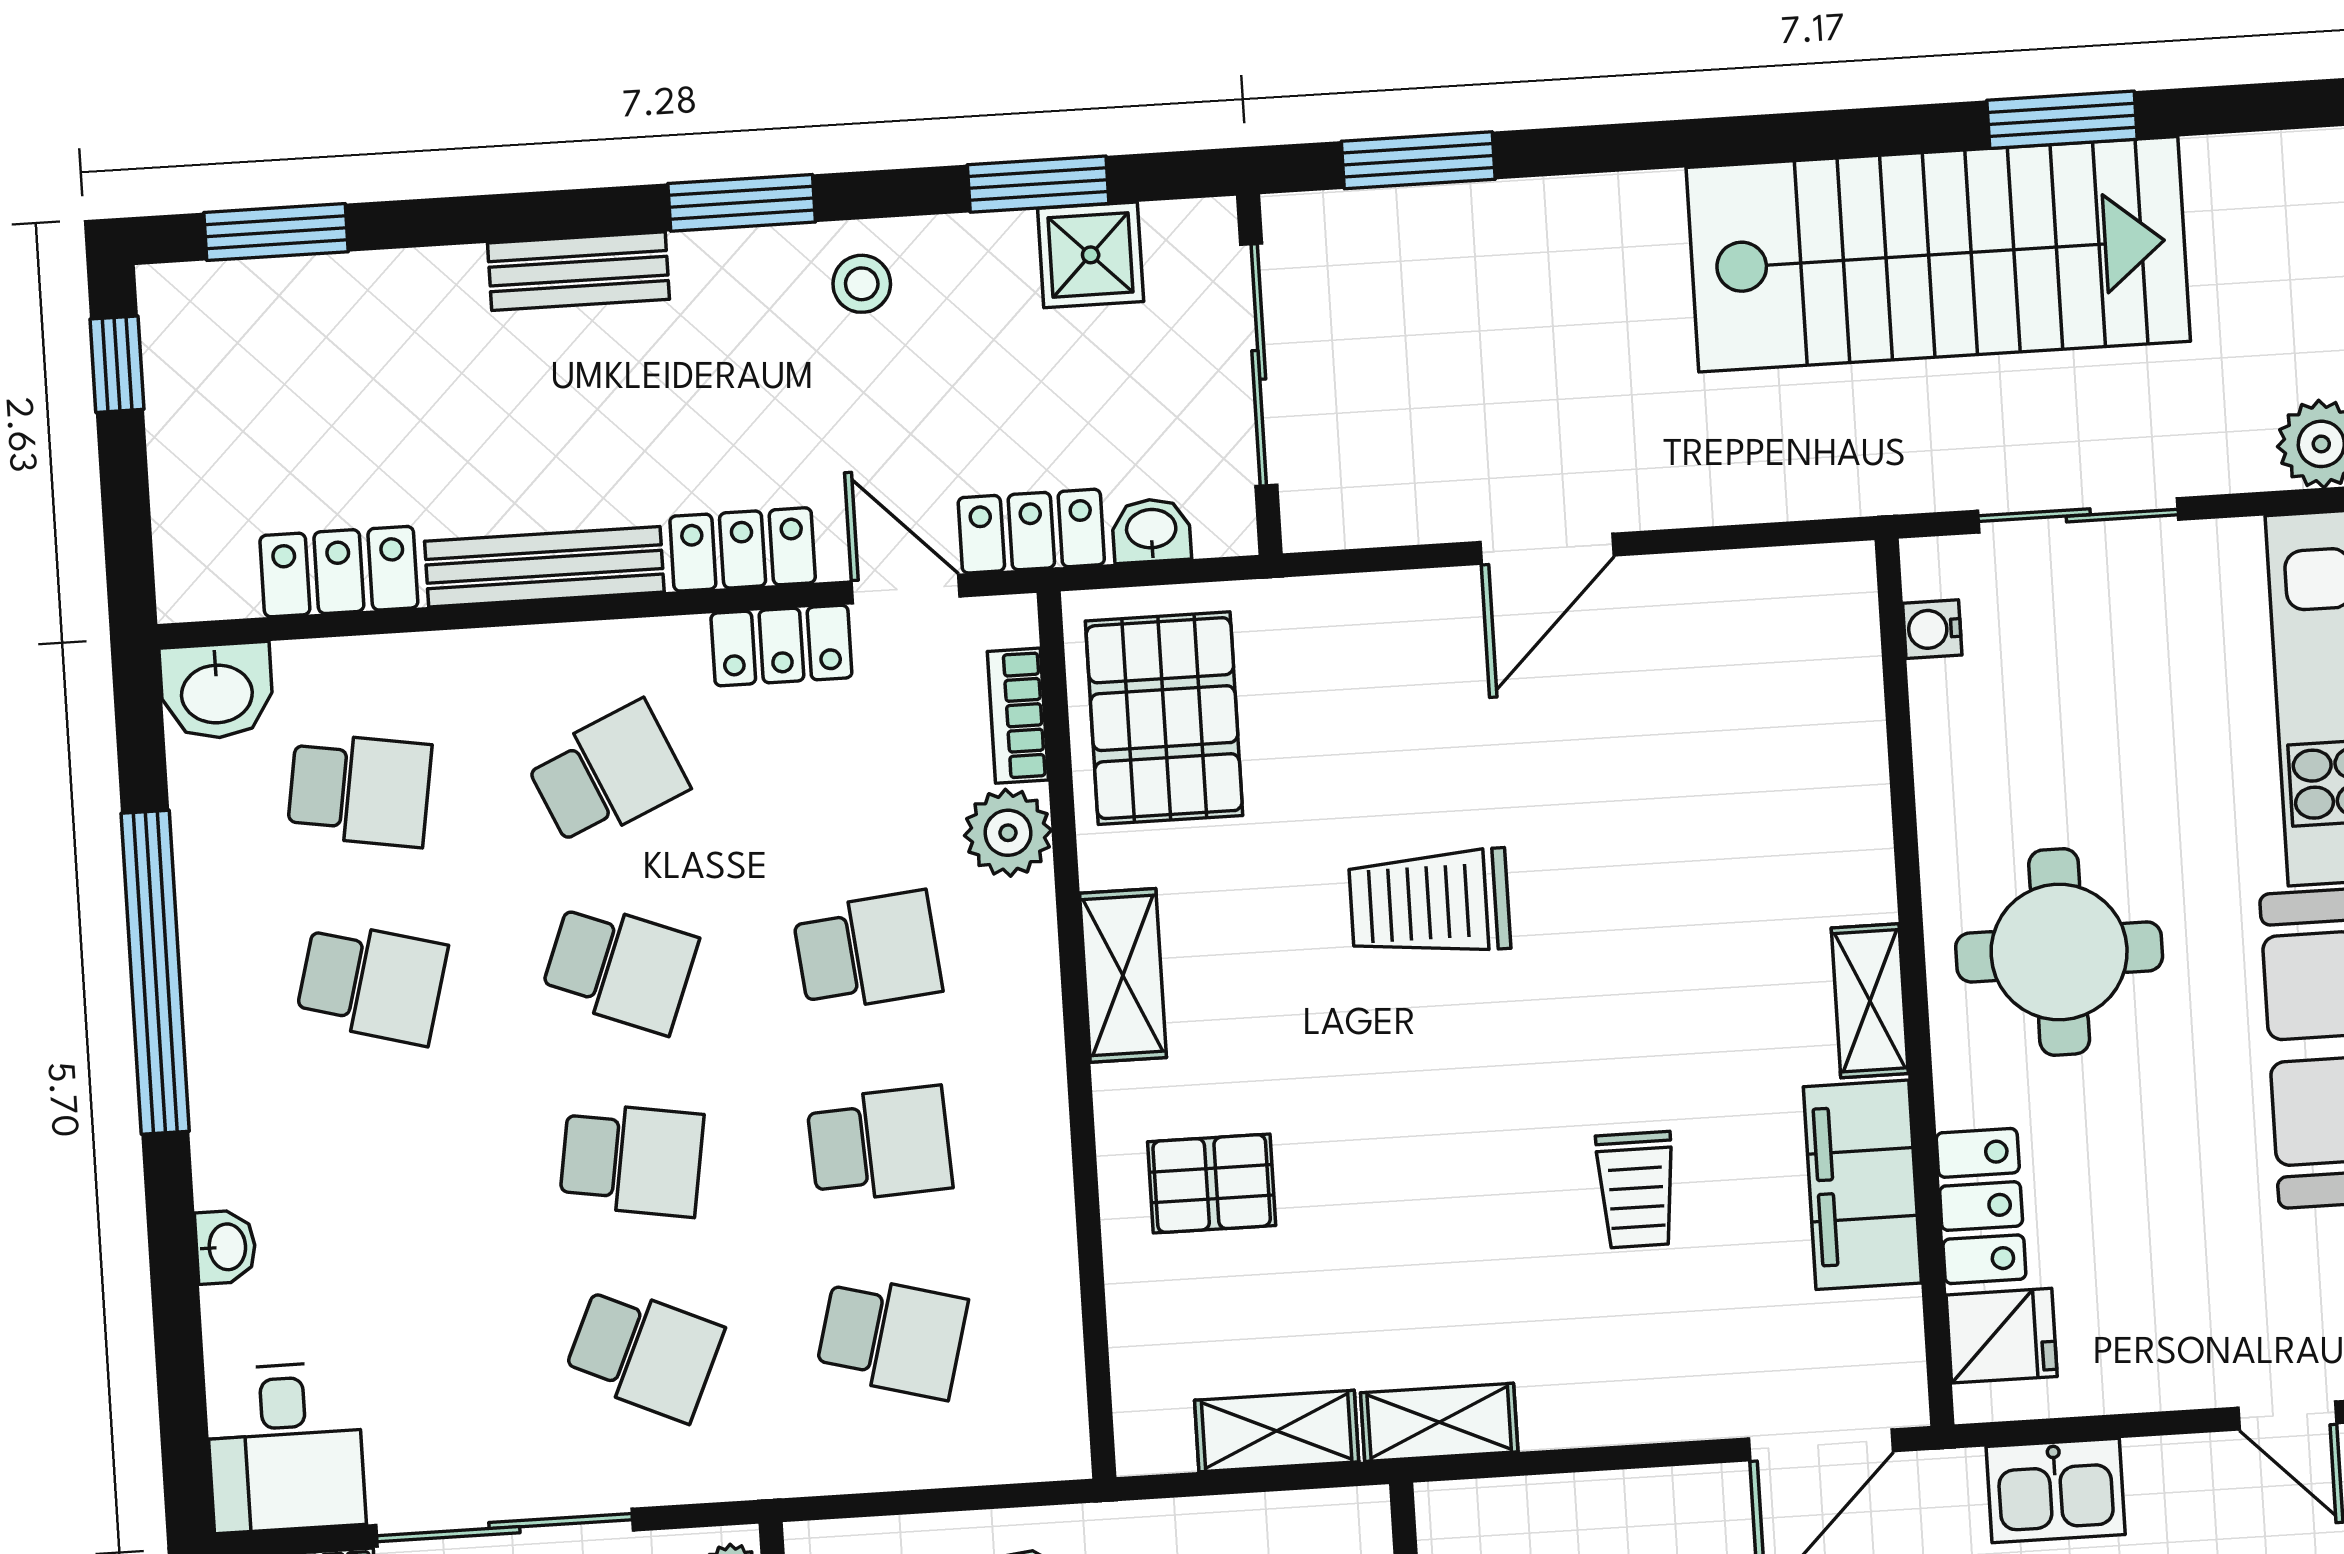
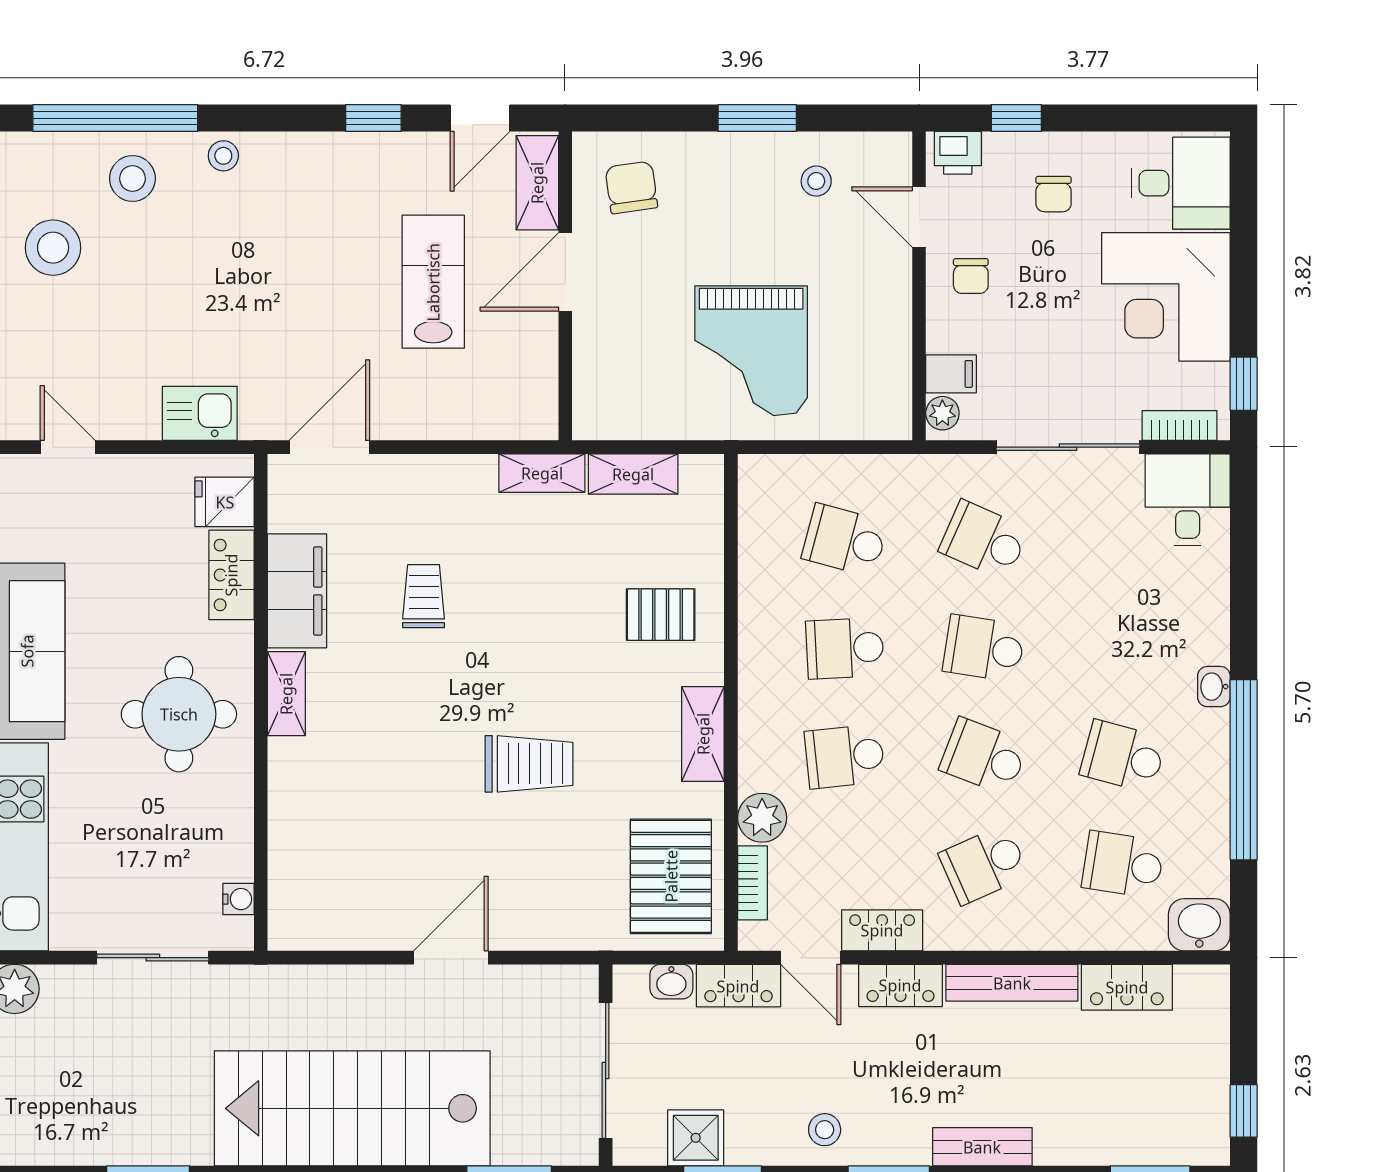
stairs: (1938, 254) -> (352, 1108), moved
washbasin: (226, 1247) -> (1214, 687), moved

